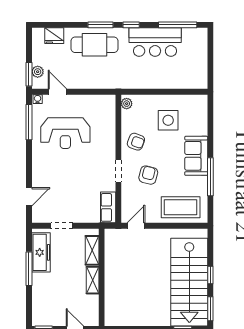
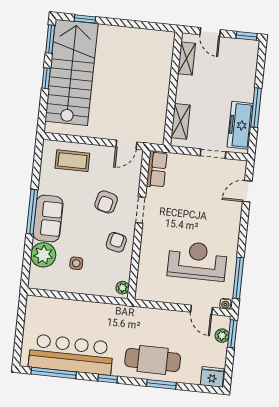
window: (100, 25) -> (161, 384), moved
fridge: (54, 36) -> (212, 377), moved
bar counter: (155, 42) -> (71, 355), width x1.36
side table: (168, 120) -> (76, 263), width x0.54, depth x0.54
plant: (197, 124) -> (43, 255), added
armchair: (136, 142) -> (116, 242), turned 82
window: (210, 177) -> (32, 212), moved
coffee table: (181, 207) -> (72, 161), width x0.73, depth x0.76
shelving: (93, 280) -> (187, 59), moved

